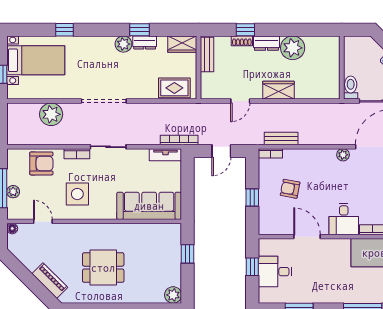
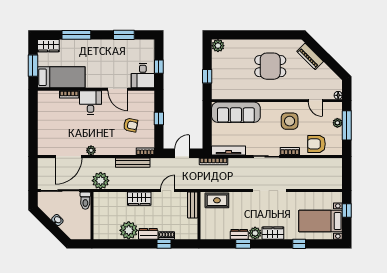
wardrobe: (182, 44) -> (273, 233), moved
bench: (207, 54) -> (193, 205), moved
plant: (51, 114) -> (101, 181), moved
bench: (281, 138) -> (133, 163), width x1.36
tv unit: (165, 155) -> (229, 150), width x1.41
desk: (275, 272) -> (143, 75), moved, turned 90

